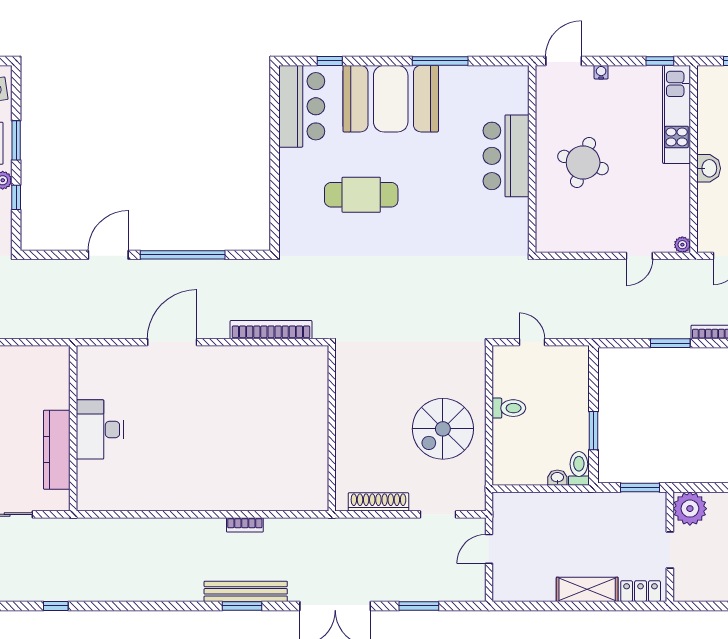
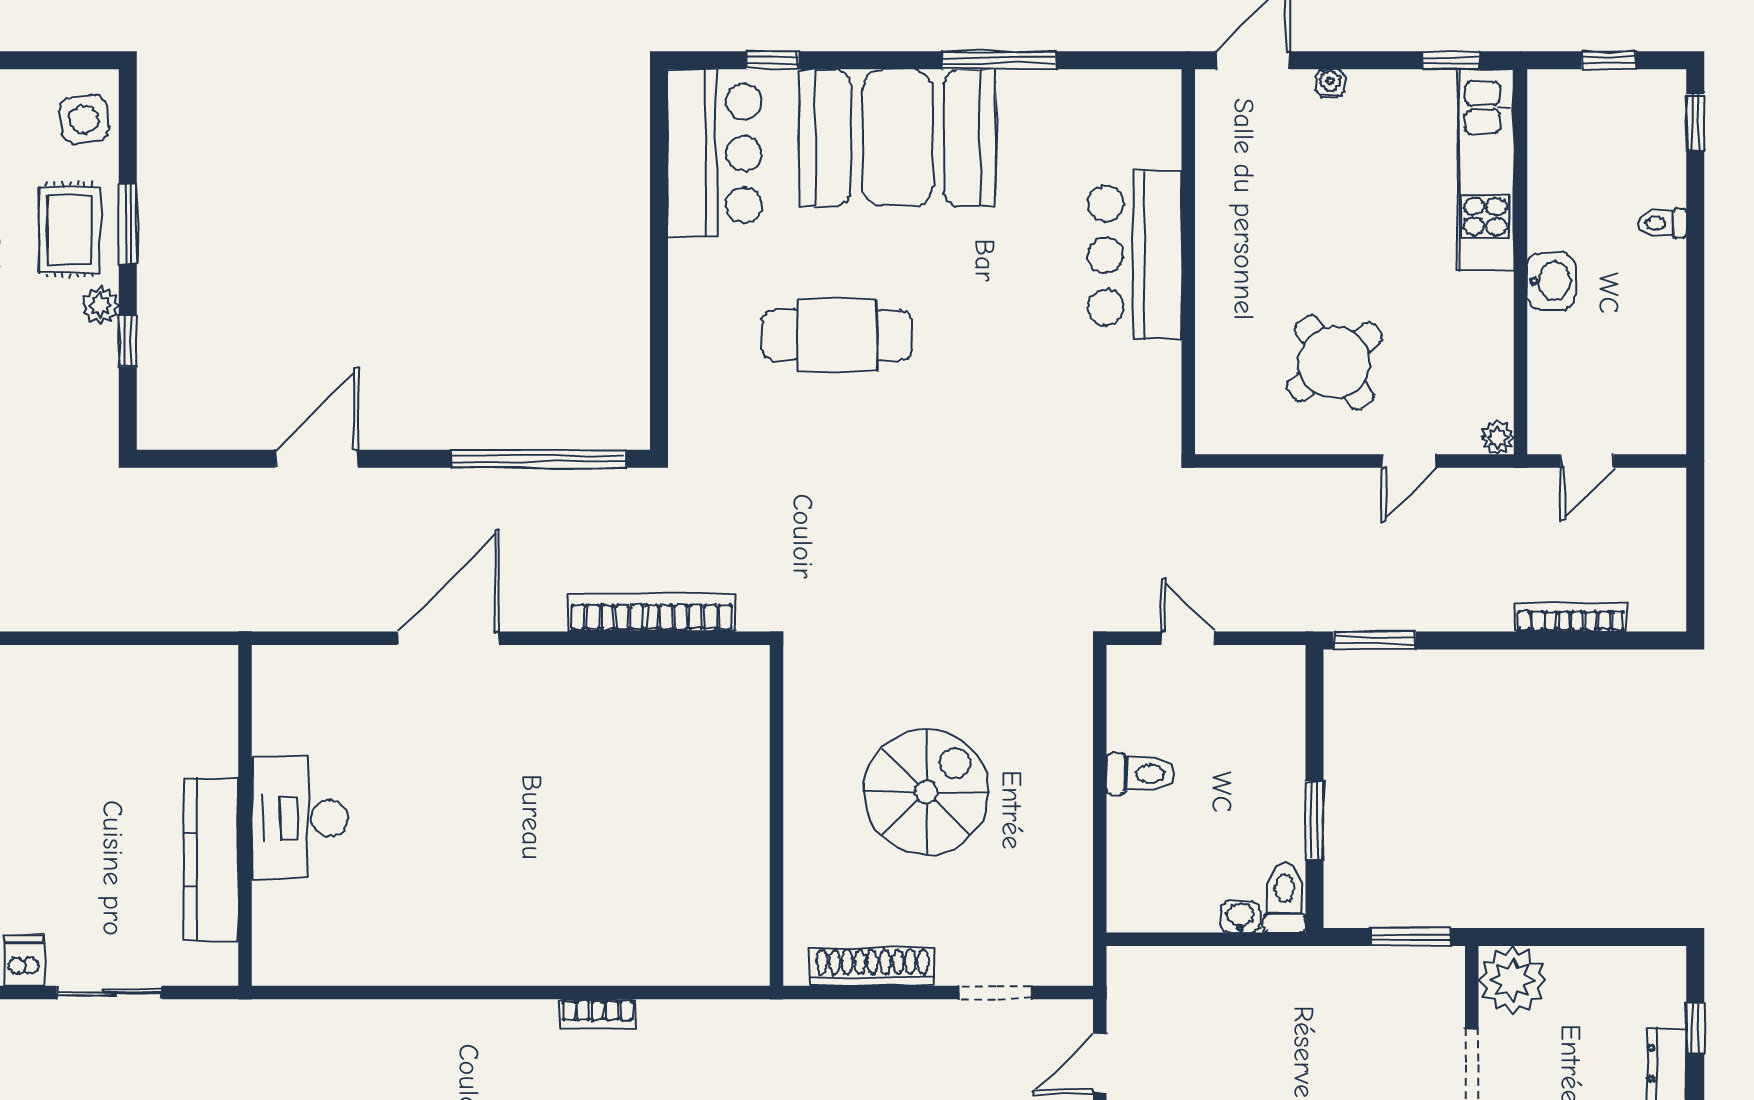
round table: (583, 163) -> (1334, 362), moved, turned 35
window: (183, 255) -> (538, 459), moved
window: (670, 343) -> (1374, 640), moved
spiral stairs: (443, 429) -> (926, 792), moved, turned 180

